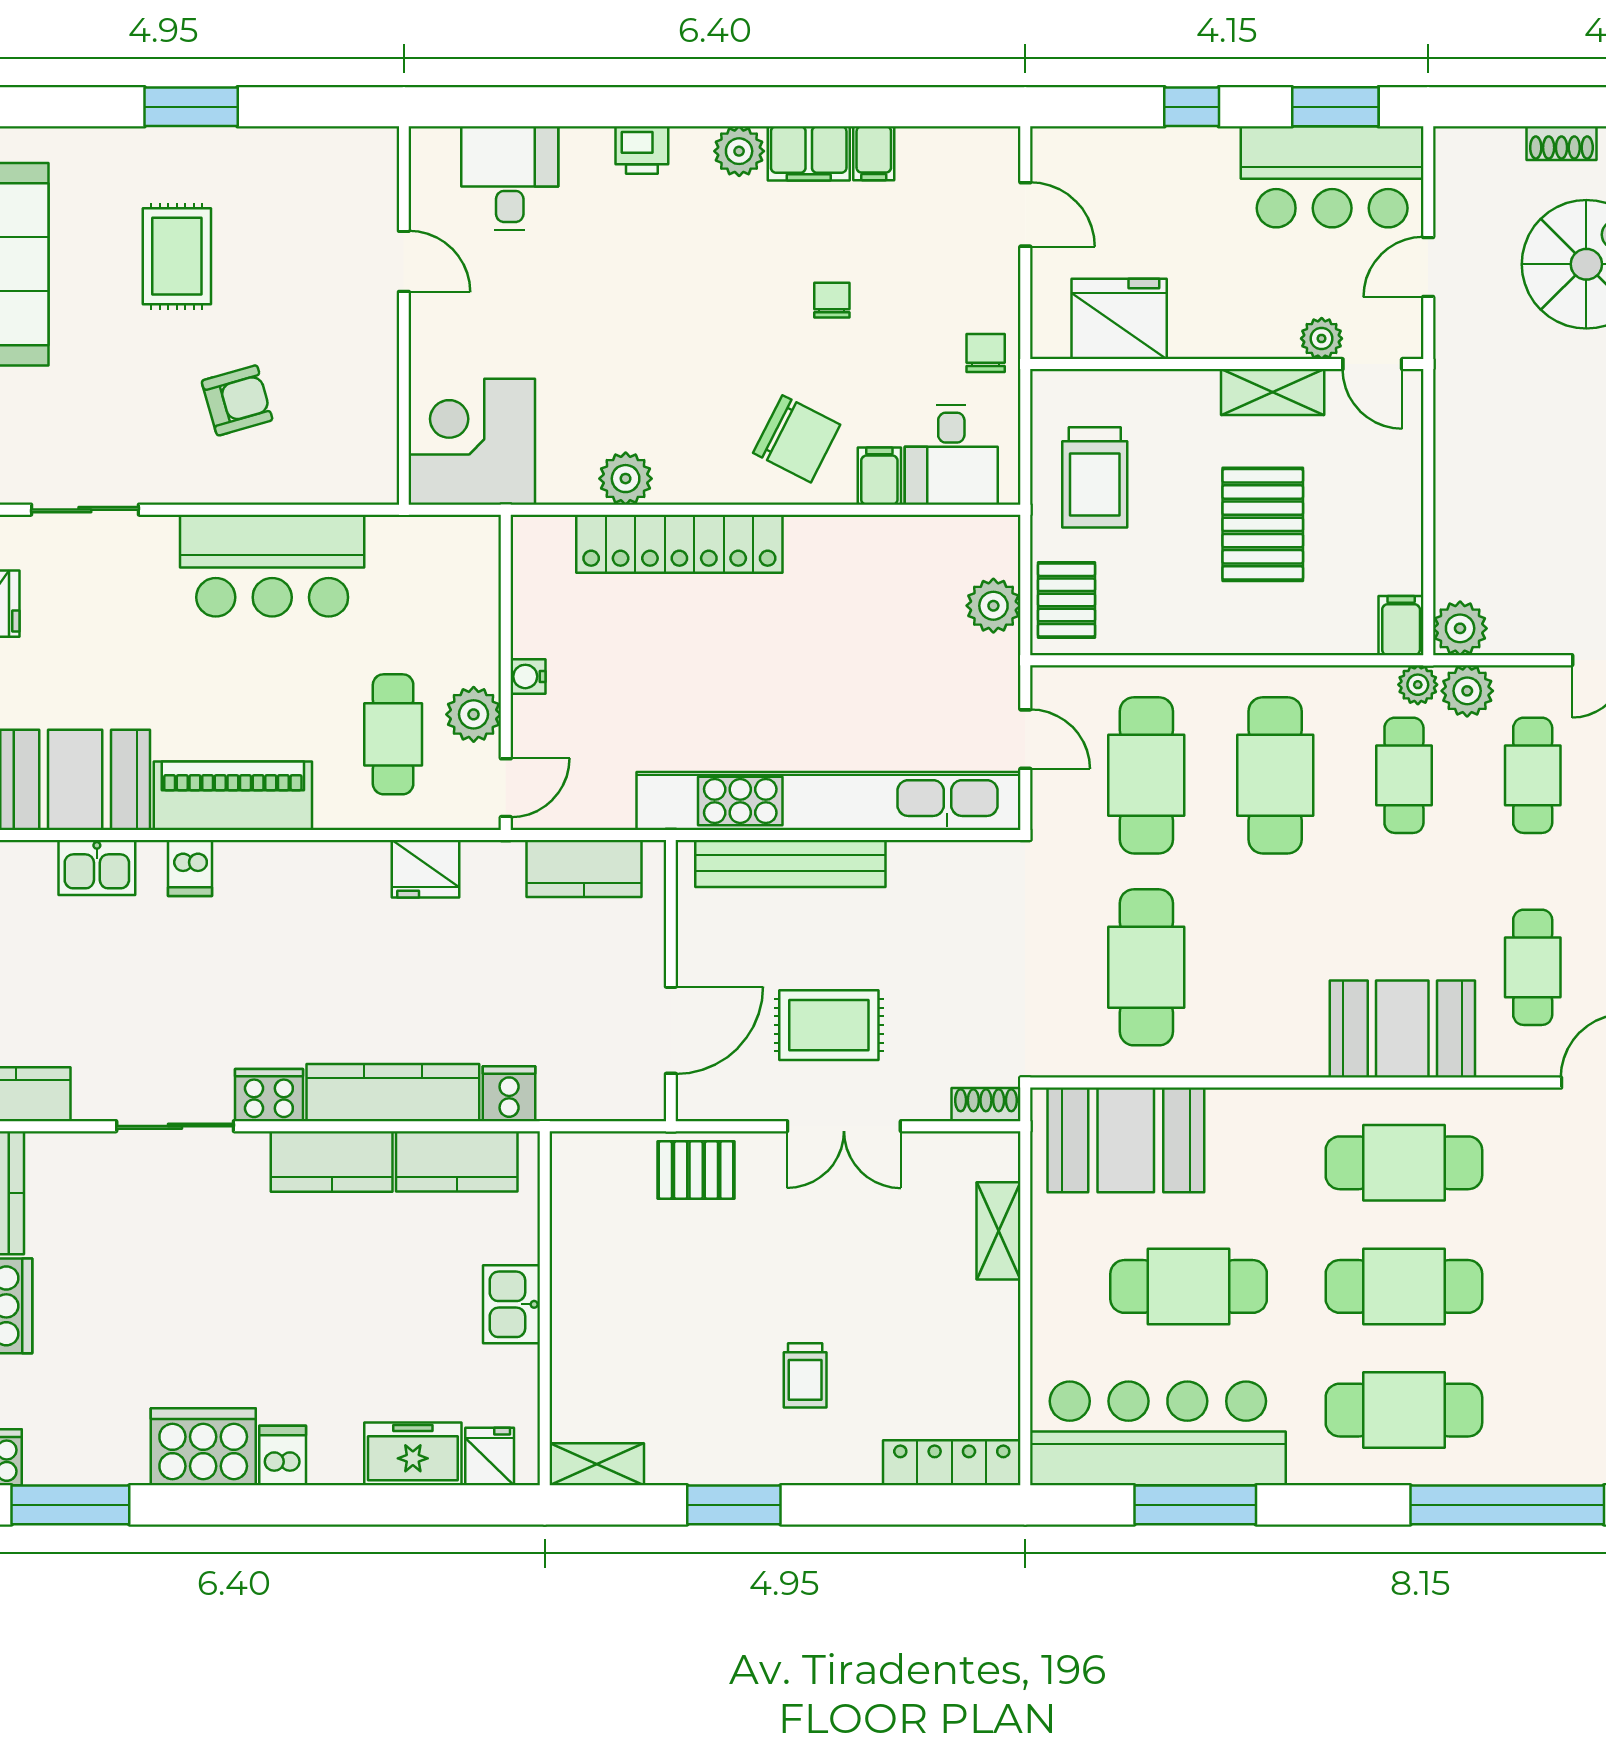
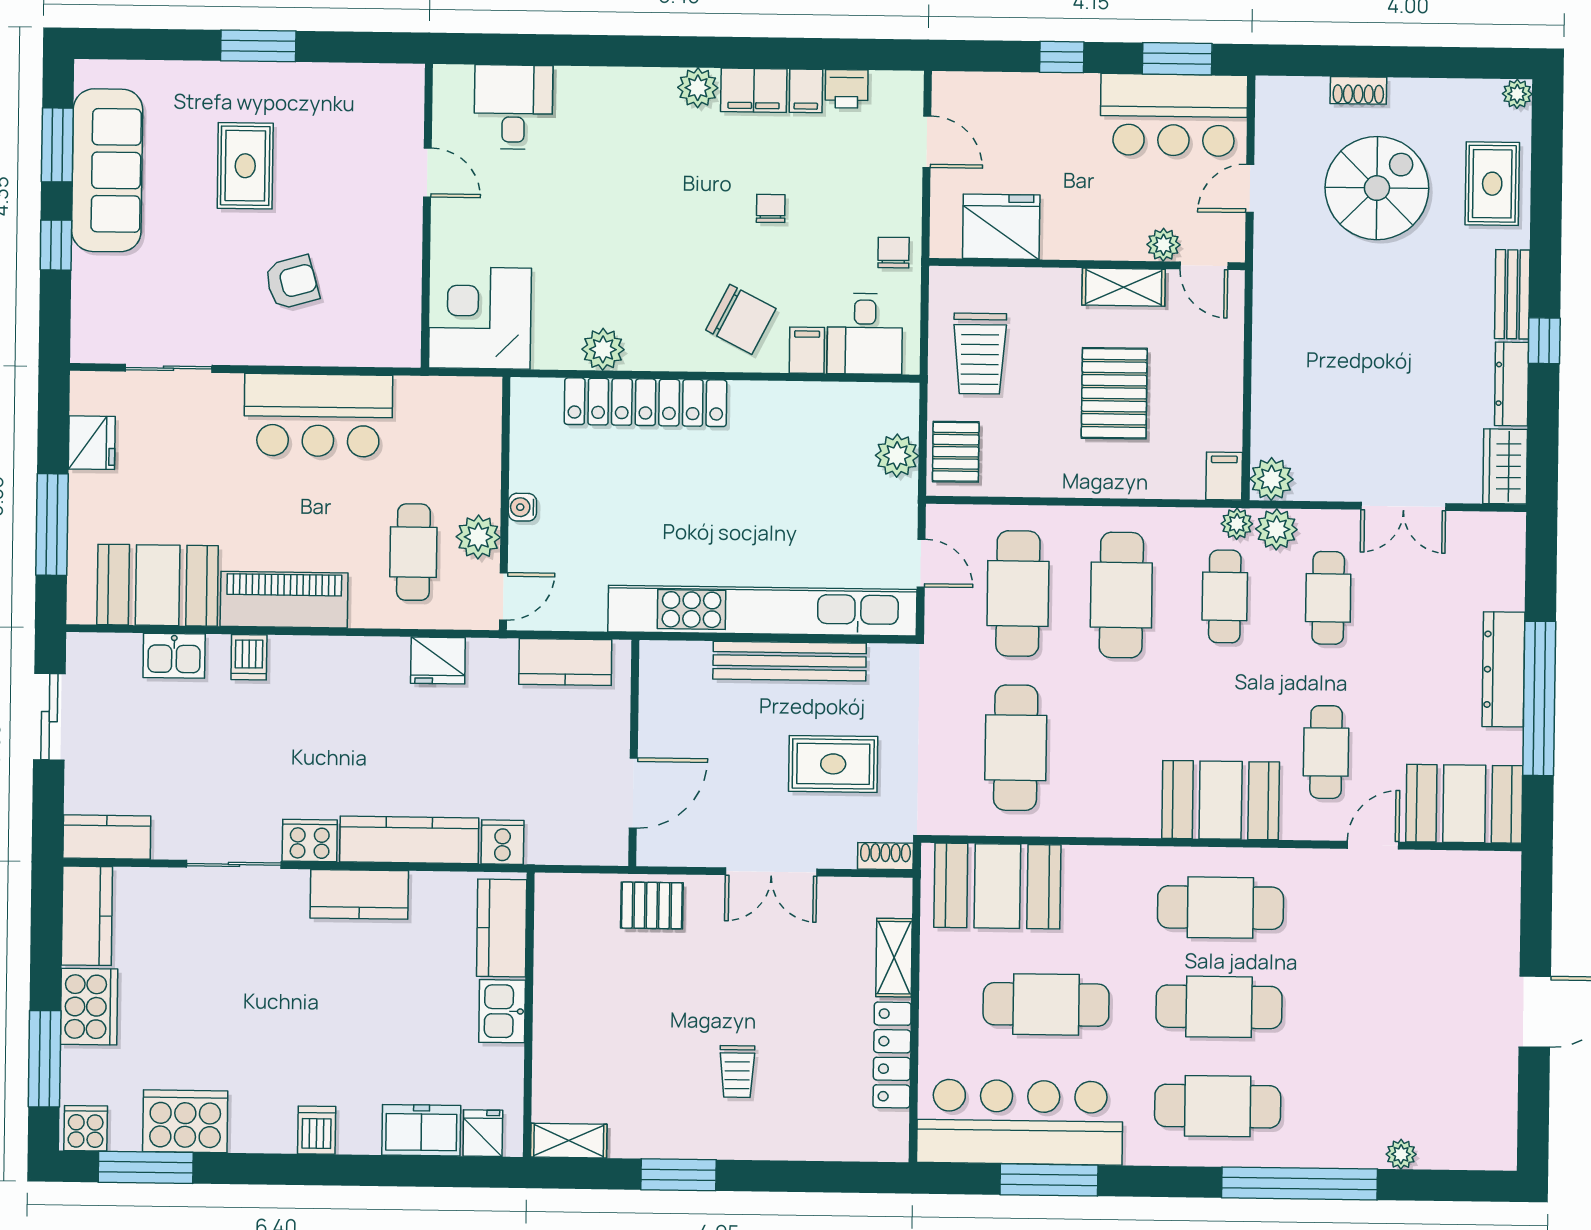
printer: (642, 150) -> (847, 89), moved
bench: (790, 863) -> (790, 661), moved
rug: (829, 1025) -> (833, 764), moved
kitchen counter: (457, 1161) -> (502, 928), moved, turned 90
cooker: (203, 1447) -> (185, 1121), moved
locker: (952, 1463) -> (892, 1055), moved, turned -90

